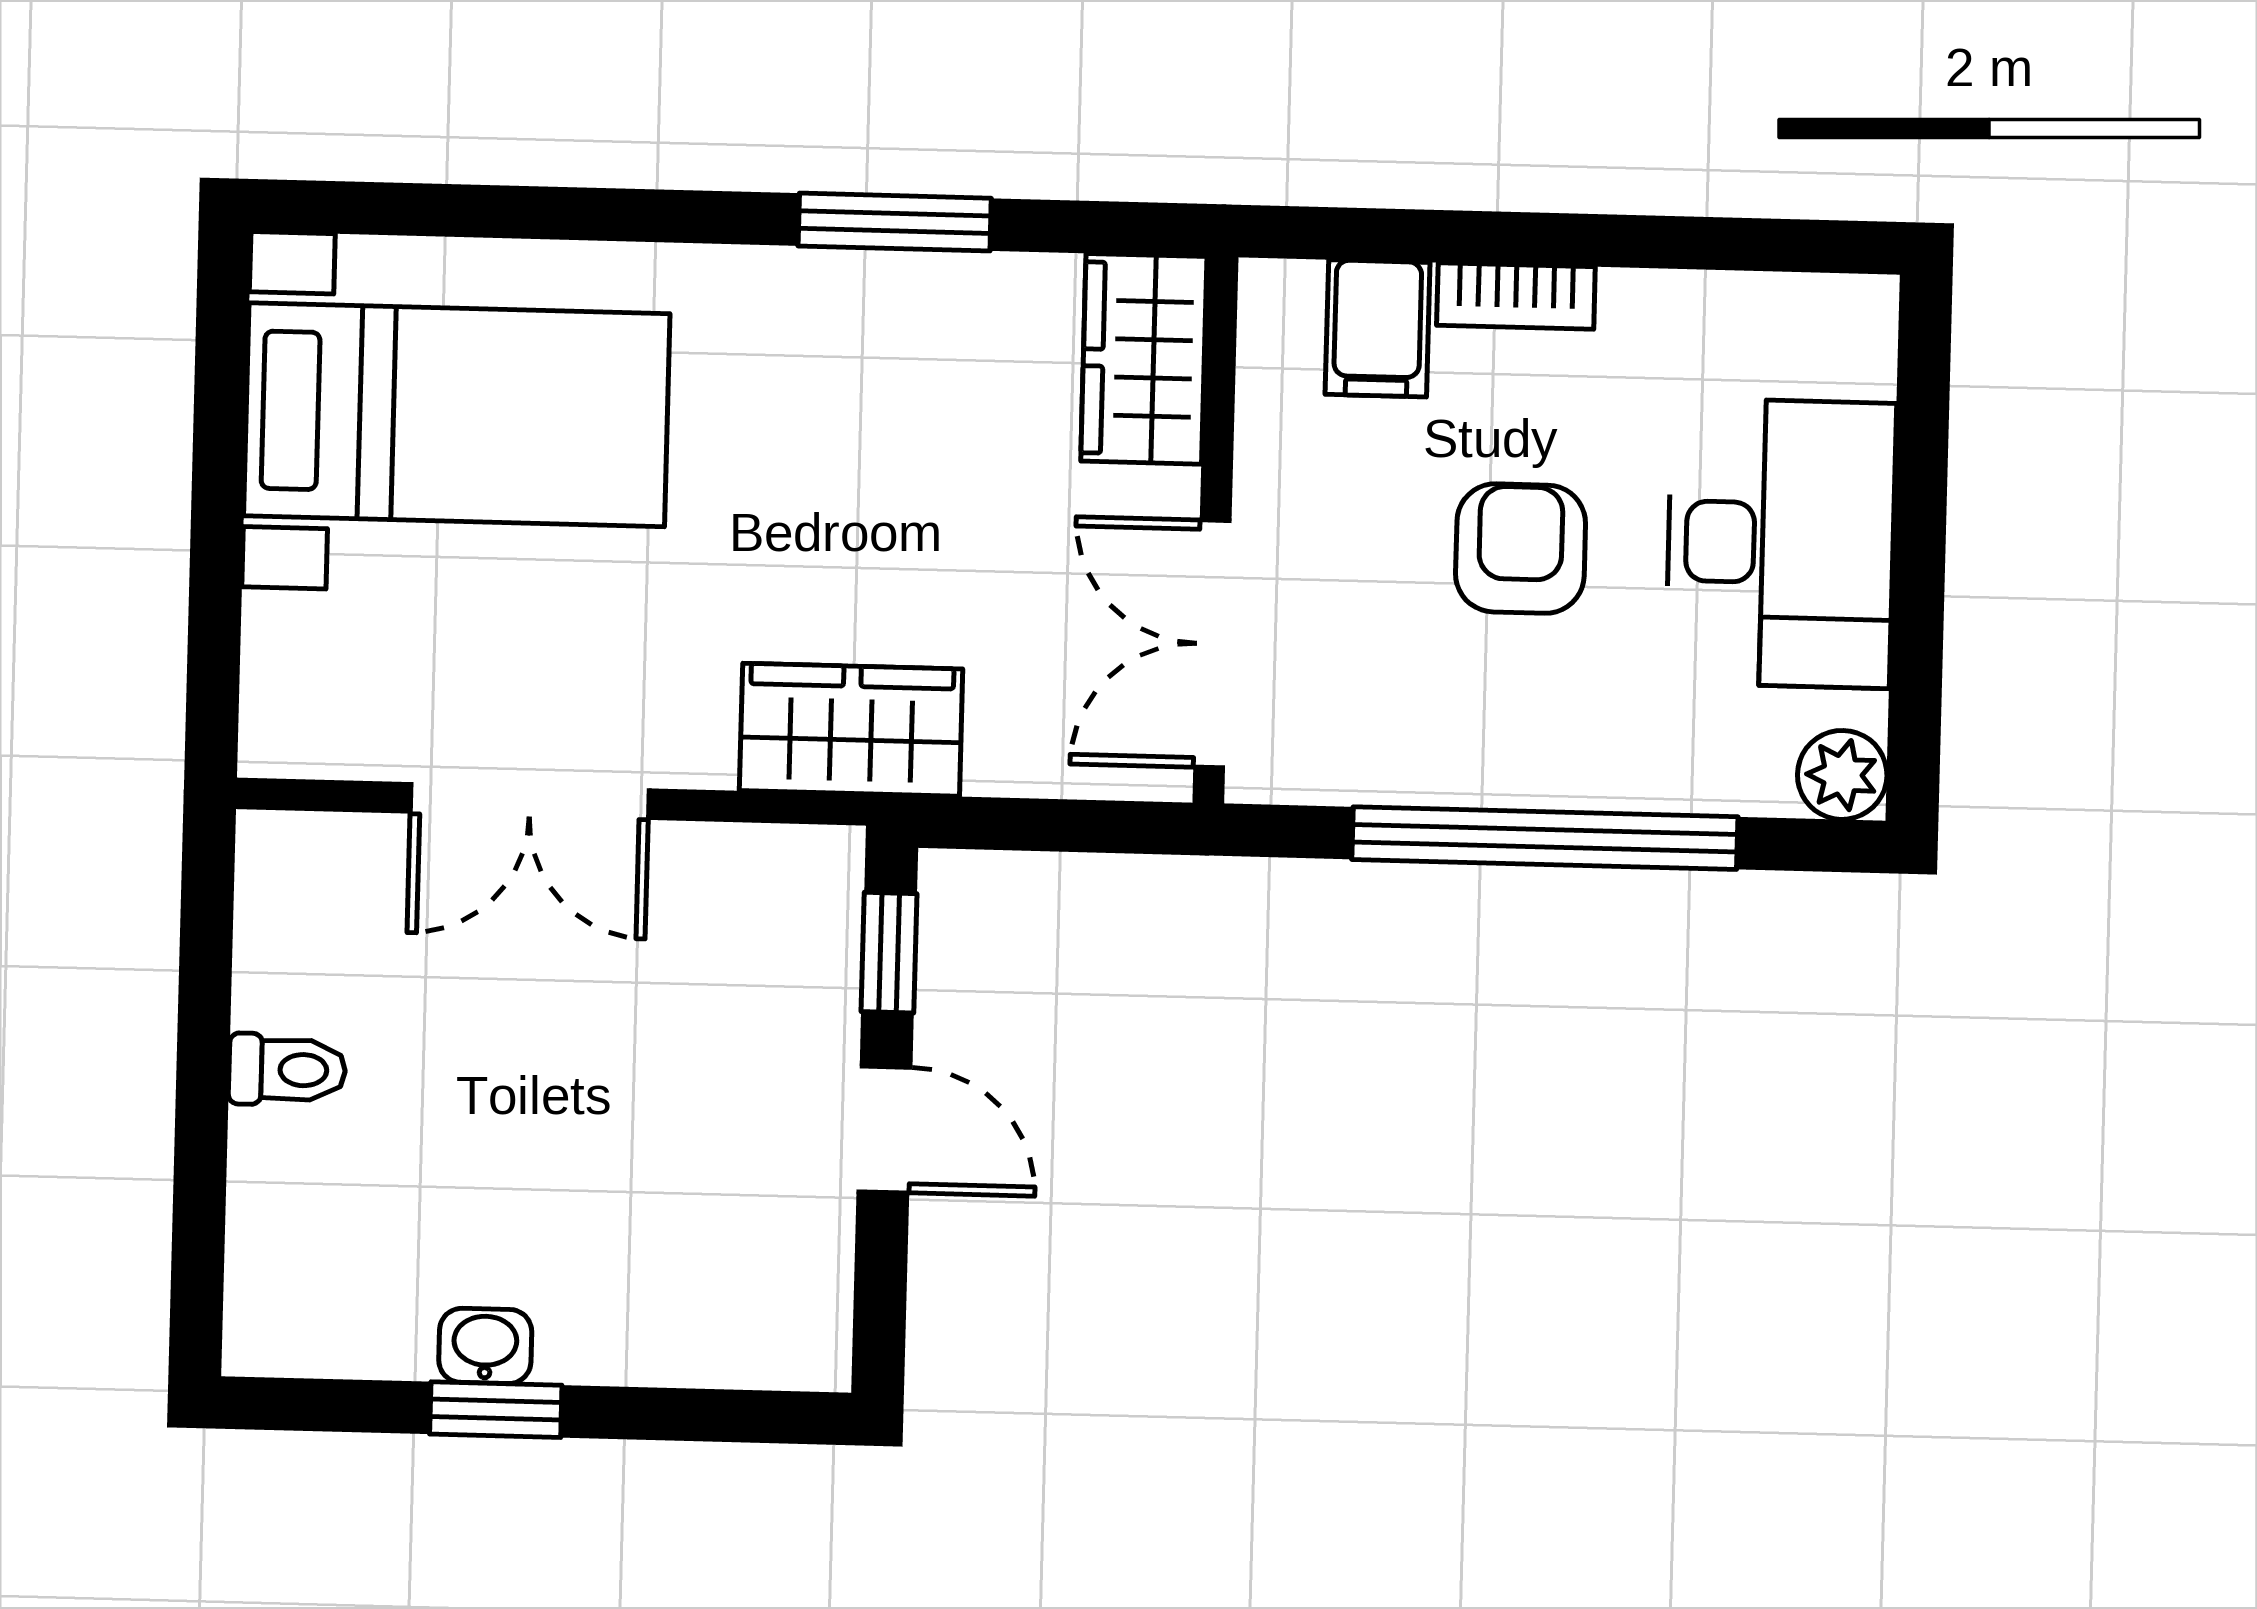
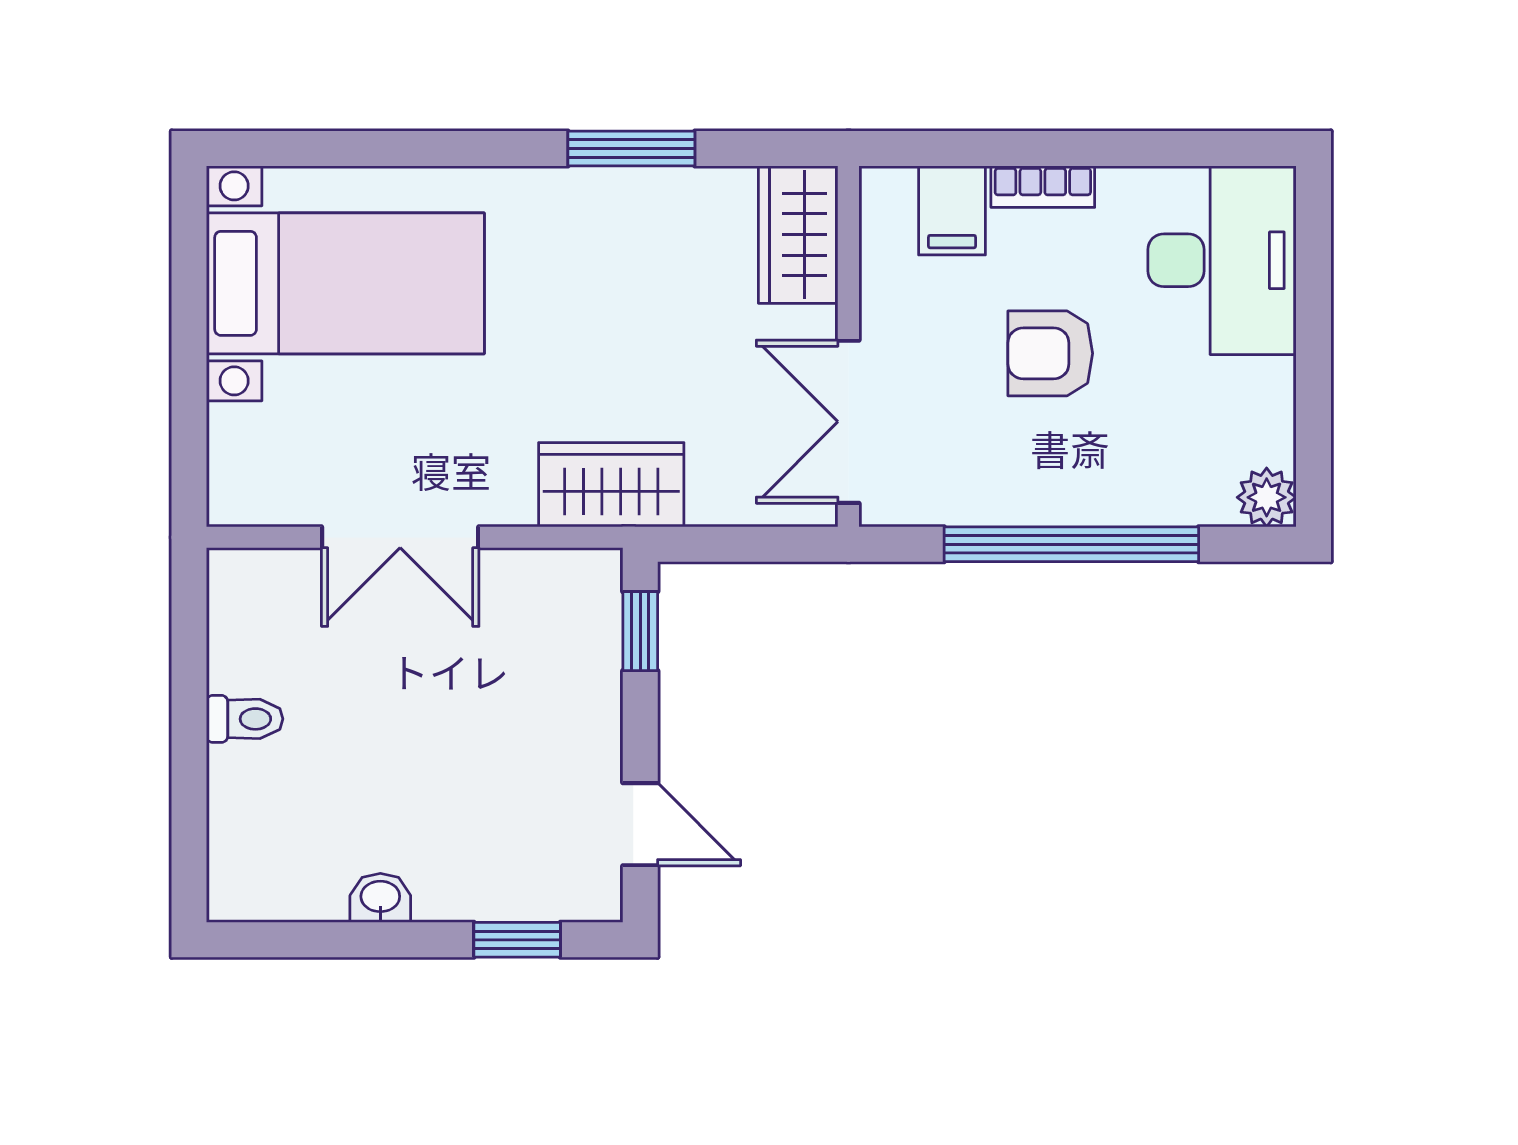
desk: (1781, 543) -> (1222, 260), moved
armchair: (1521, 549) -> (1050, 353), turned -90
door: (884, 1129) -> (640, 824), moved
window: (496, 1410) -> (517, 940), moved

